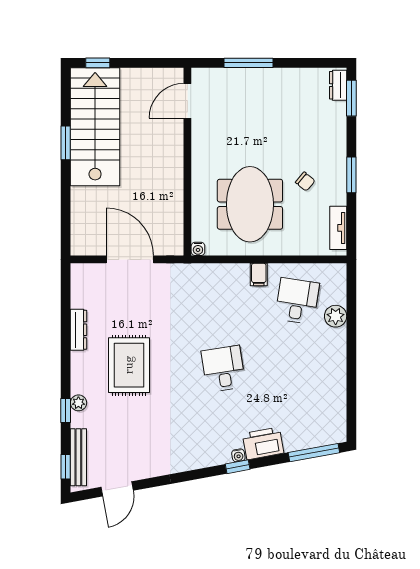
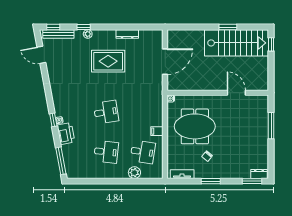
door: (187, 101) -> (236, 93), moved
desk: (297, 369) -> (106, 152), added

